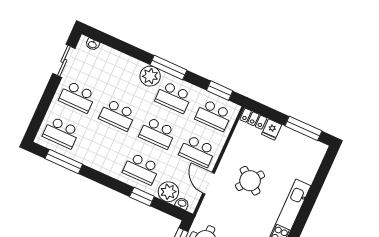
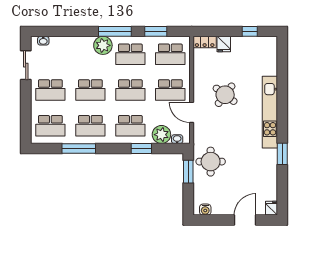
window: (220, 91) -> (156, 31), moved
window: (303, 128) -> (250, 31), width x0.46
school desk: (101, 151) -> (90, 126), added
window: (64, 161) -> (79, 149), moved

